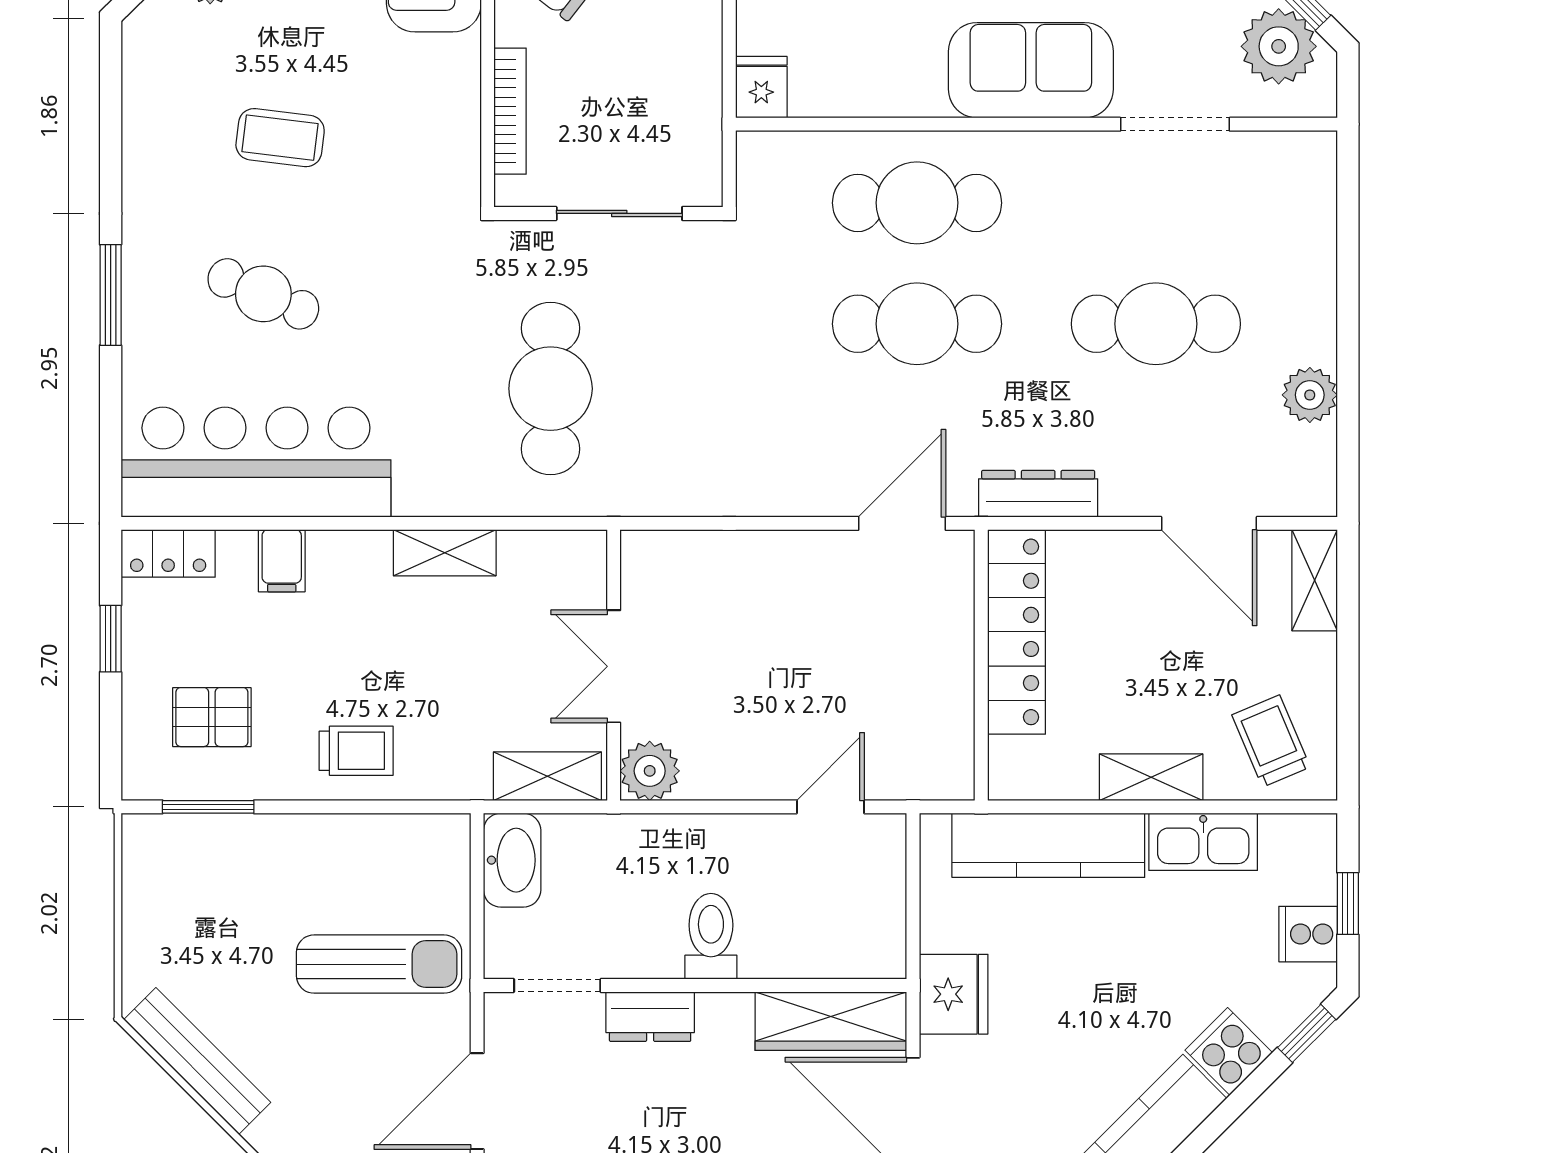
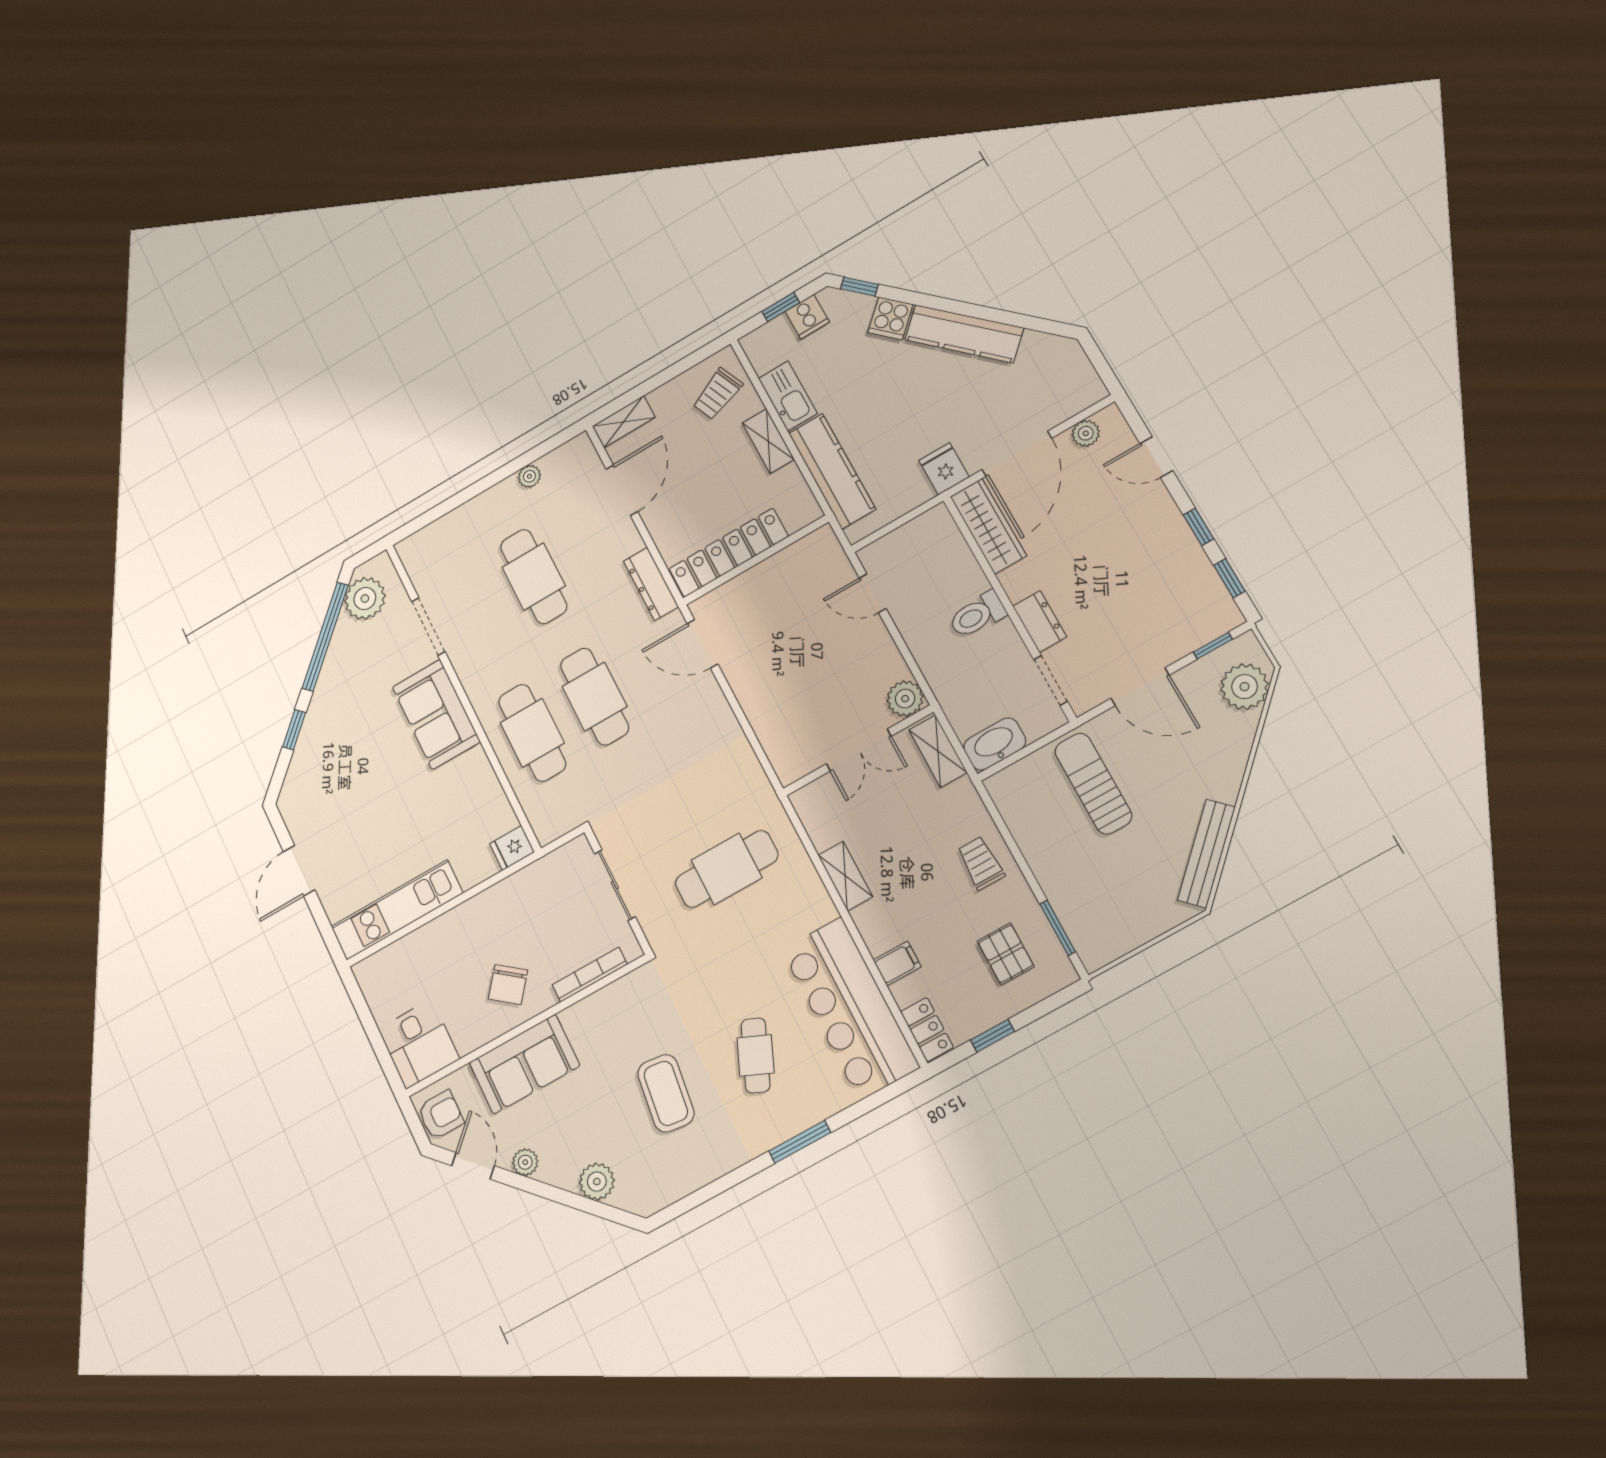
coffee table: (280, 138) -> (666, 1093), width x1.36, depth x1.30
plant: (1310, 395) -> (529, 476), width x0.73, depth x0.73
fridge: (954, 994) -> (944, 469), width x0.72

